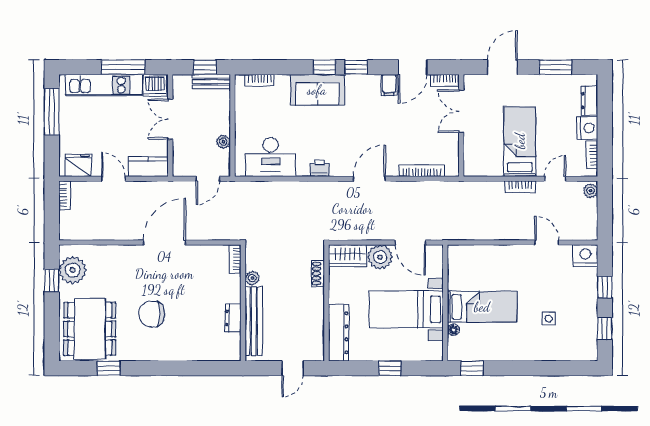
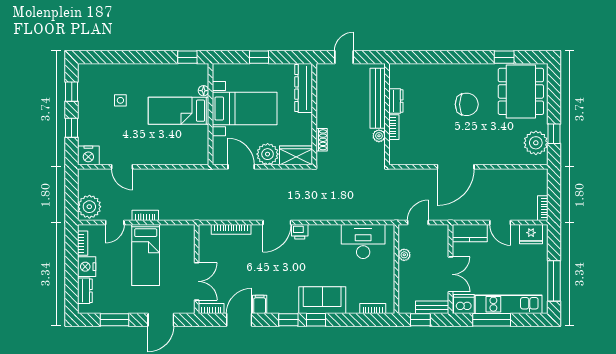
bench: (211, 82) -> (432, 307), moved
printer: (320, 168) -> (300, 232), moved
plant: (591, 191) -> (89, 207), width x1.88, depth x1.88
bookcase: (235, 259) -> (394, 127), moved

